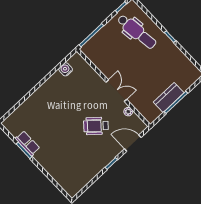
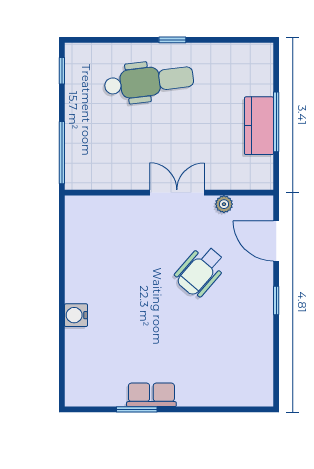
dental chair: (137, 32) -> (149, 82), moved
water cooler: (66, 69) -> (76, 315), moved
row of seats: (28, 143) -> (151, 395), moved
door: (133, 143) -> (276, 241), hinge flipped

